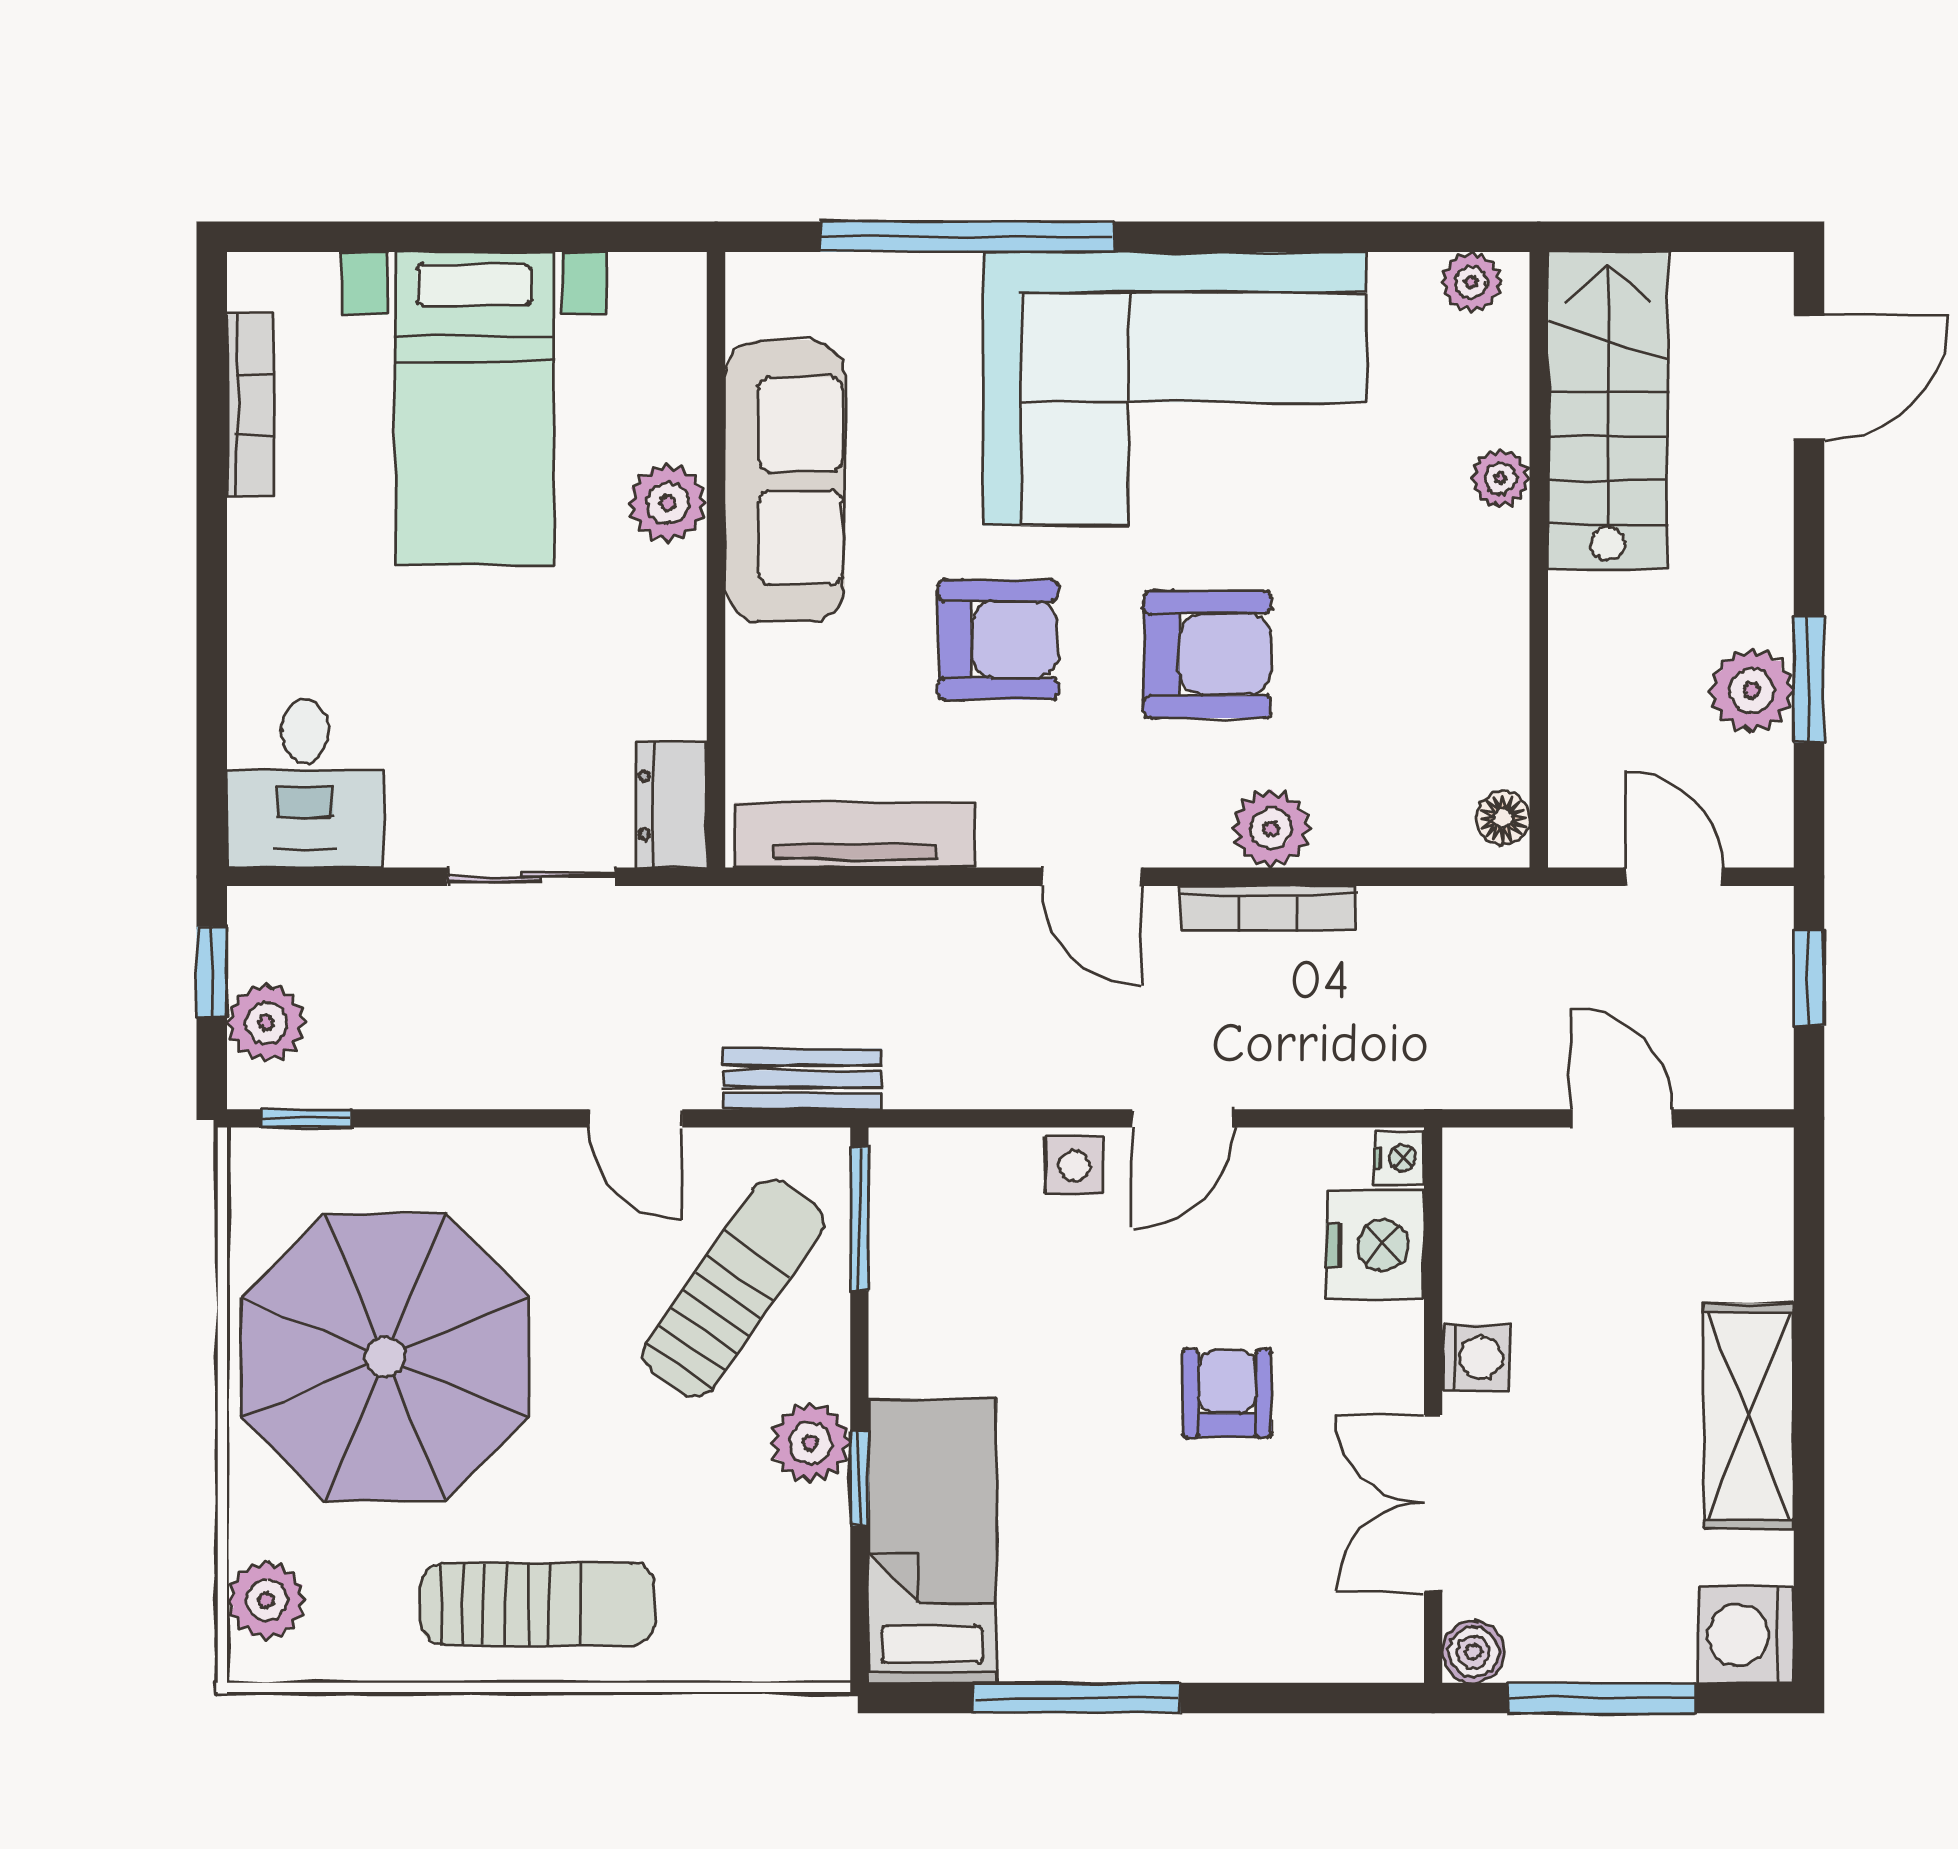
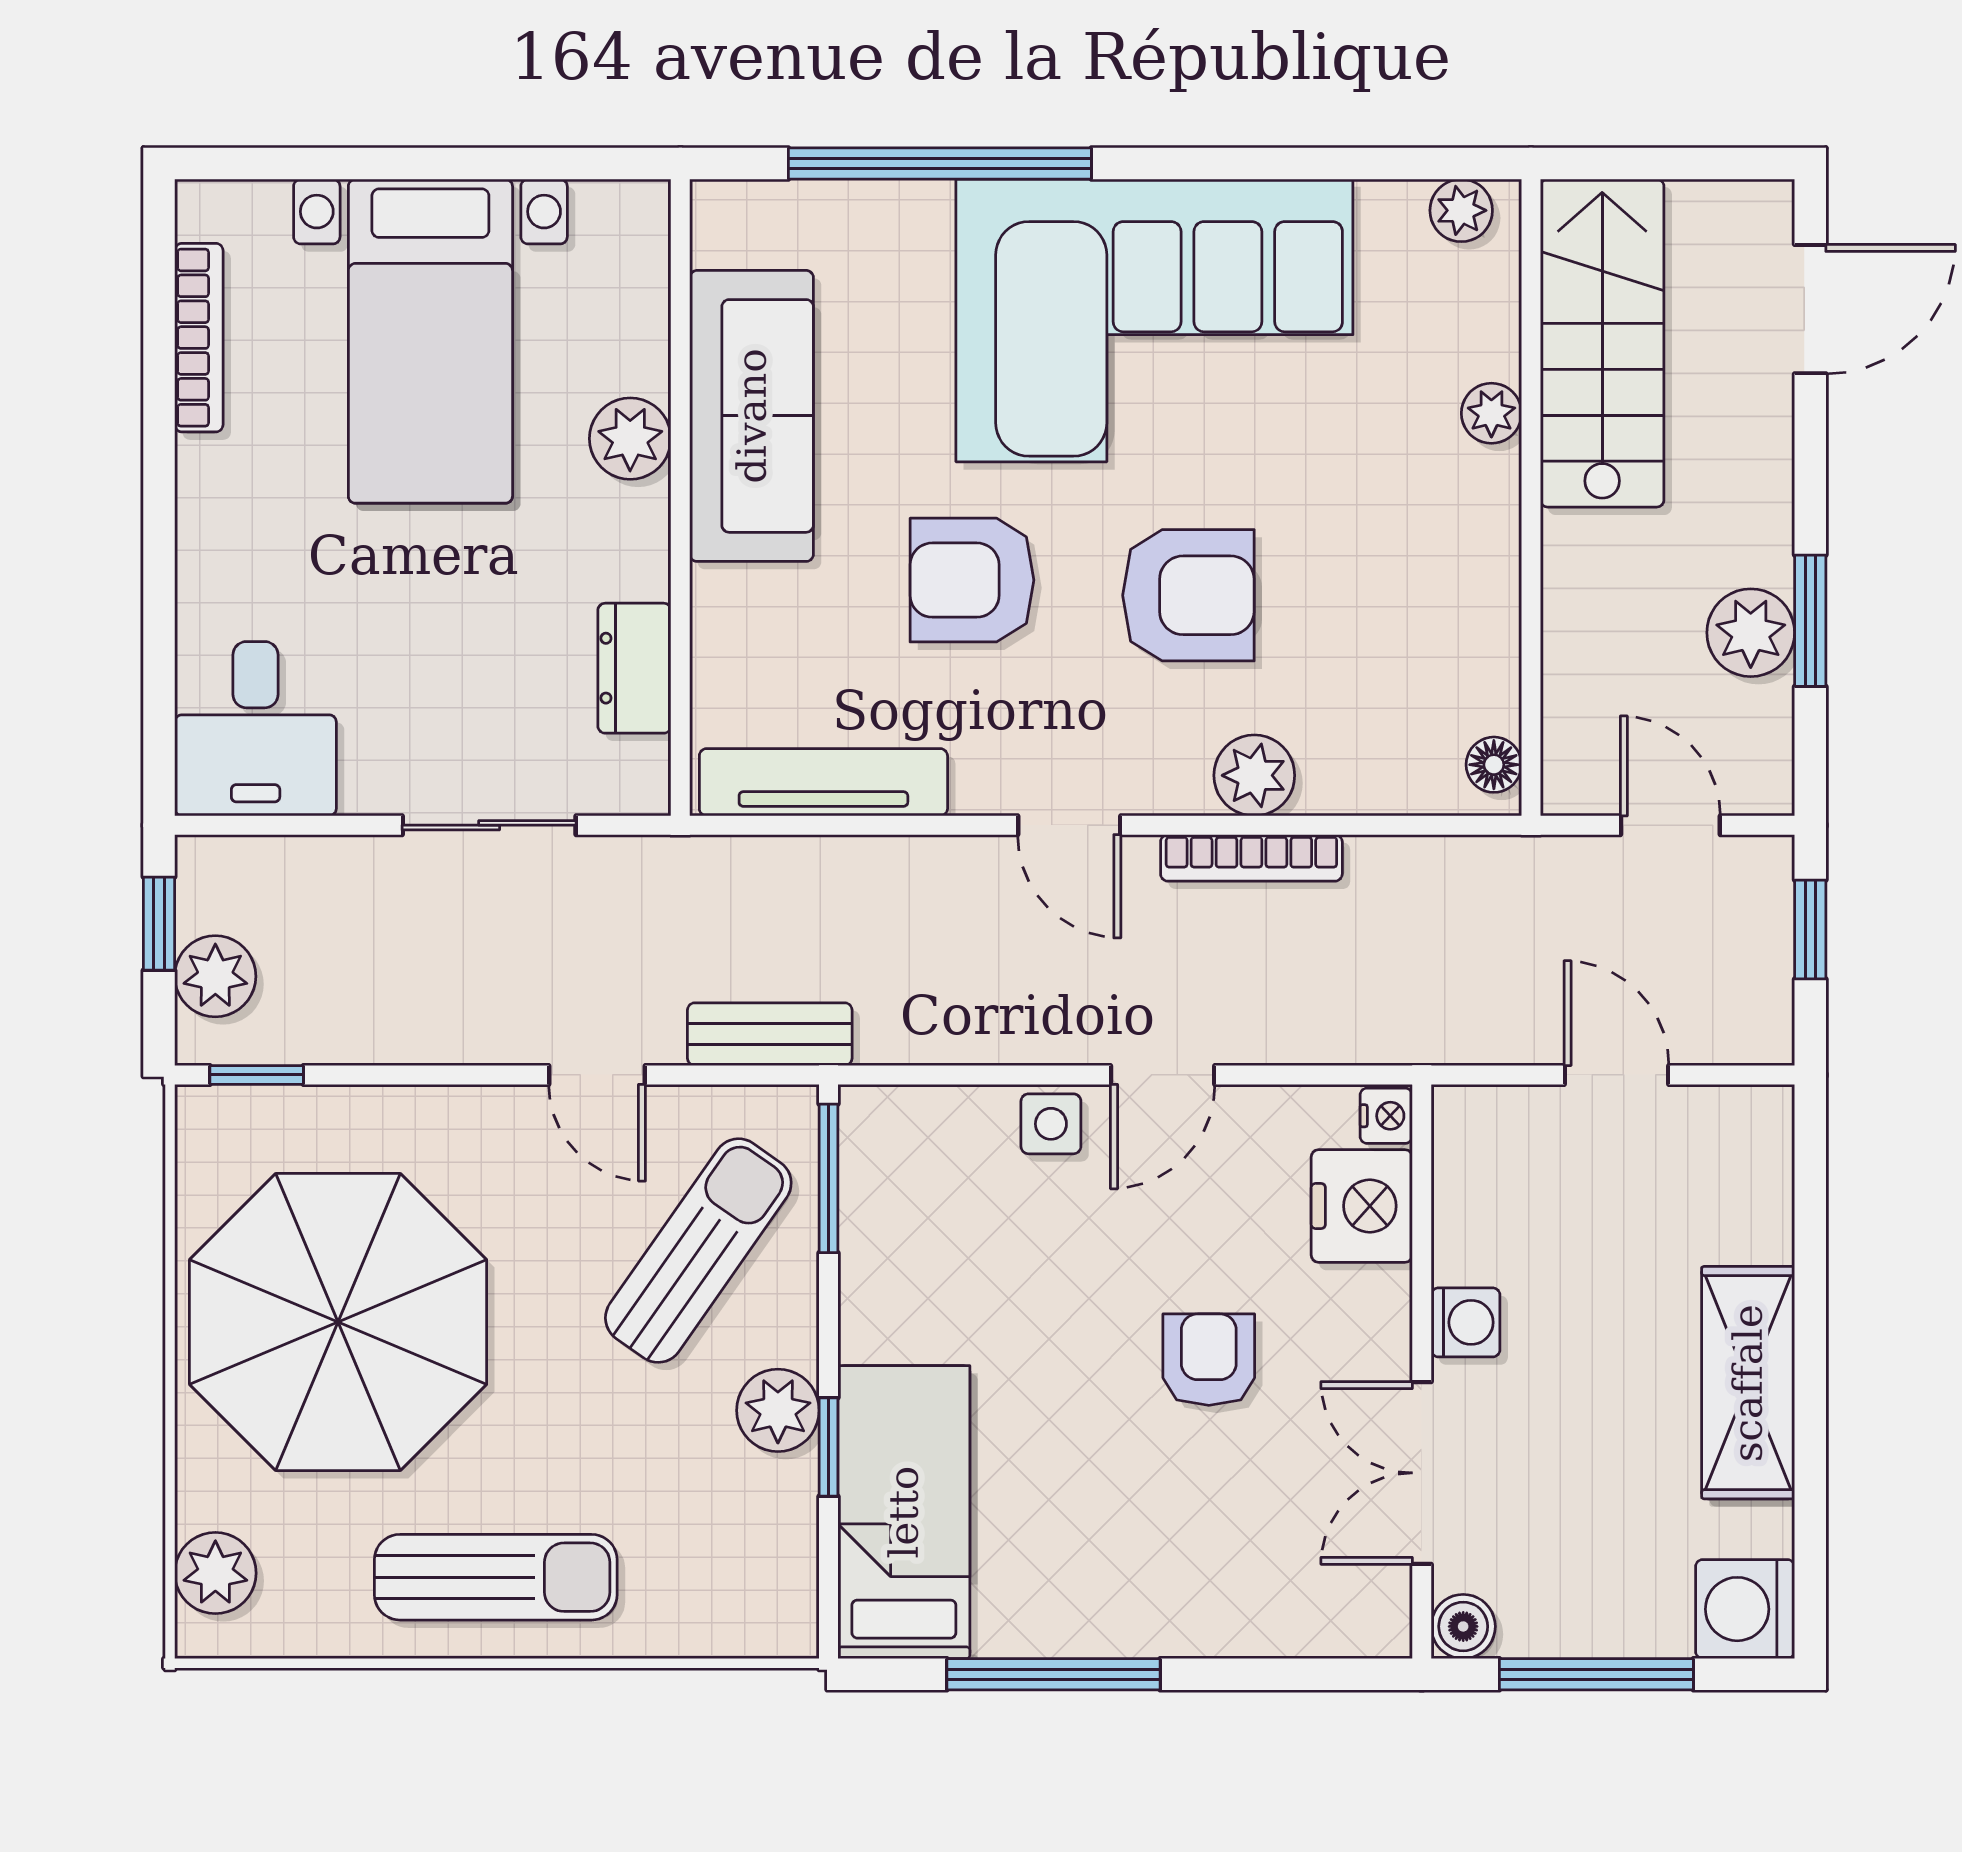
armchair: (998, 640) -> (972, 580), turned 180
dresser: (672, 805) -> (634, 668), moved

